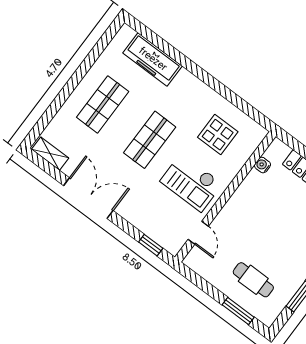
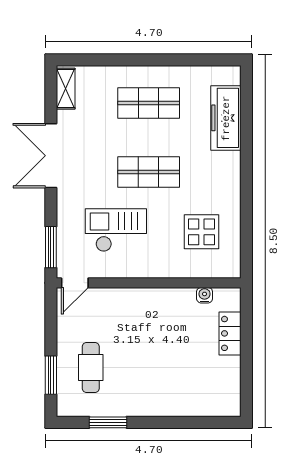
checkout: (191, 183) -> (116, 230), moved, turned 90
double door: (88, 198) -> (51, 156), swing flipped
door: (198, 233) -> (75, 283), moved
window: (151, 245) -> (51, 247), width x1.50

